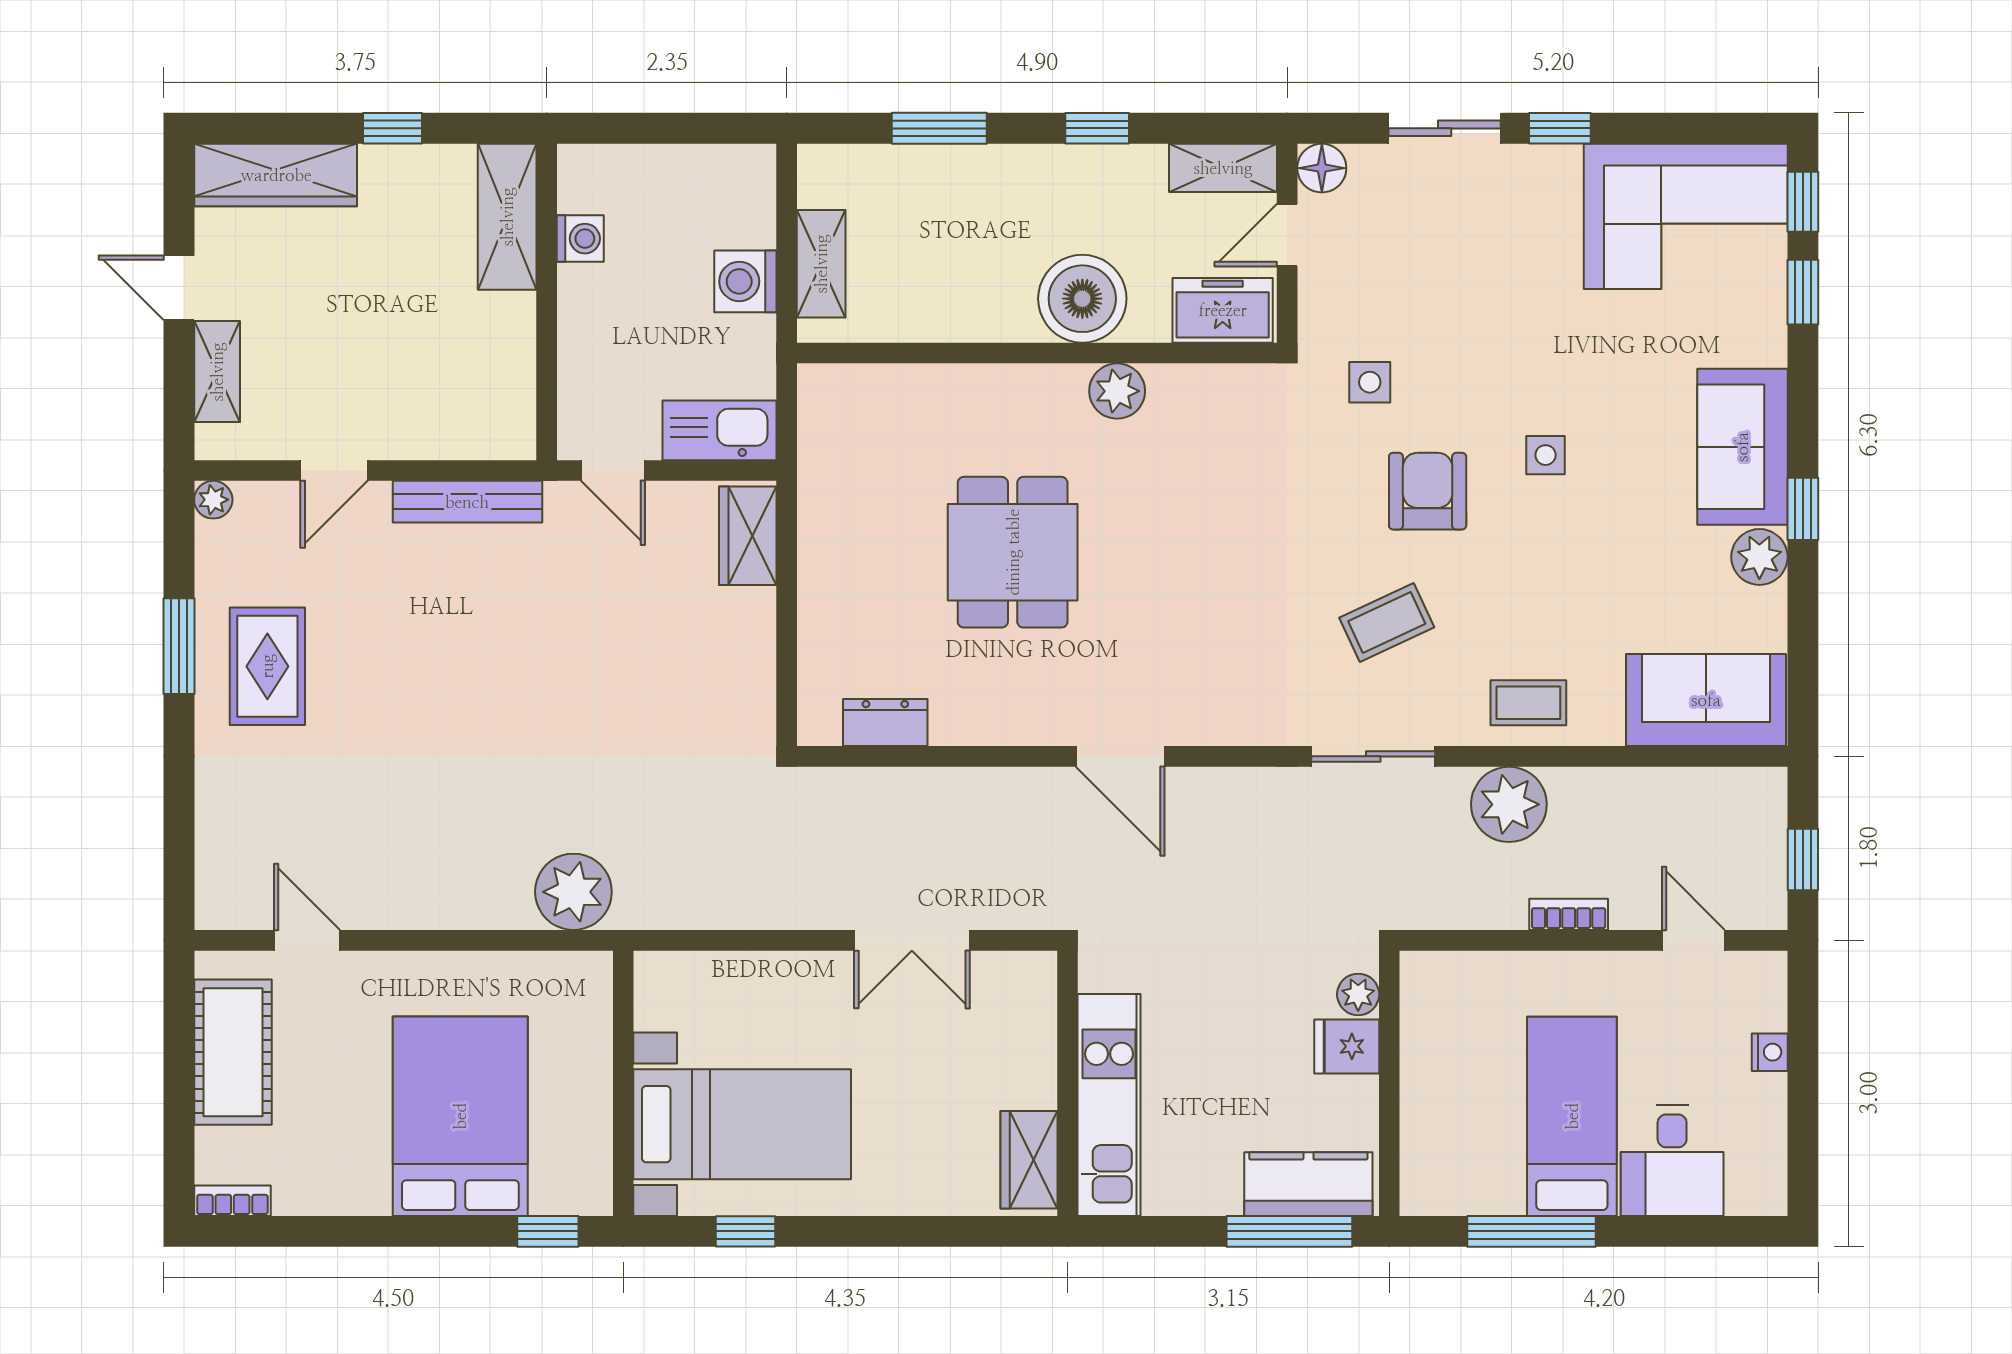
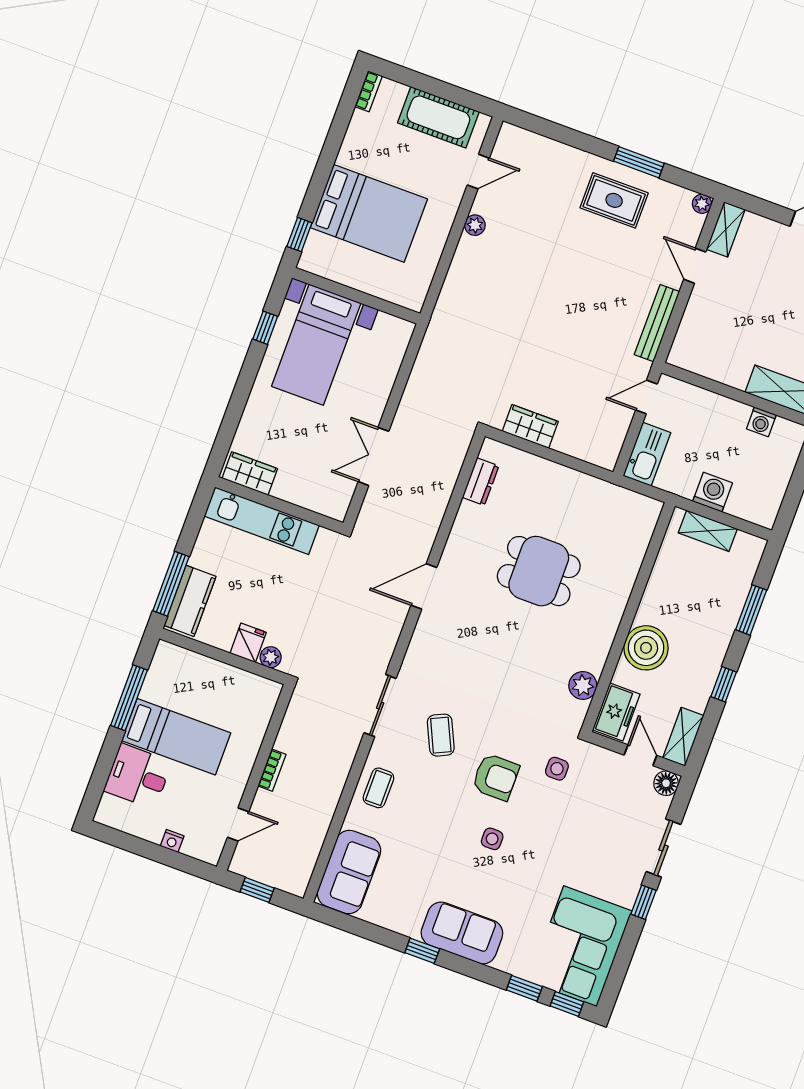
shelving: (217, 372) -> (726, 229), moved, turned 90
plant: (1117, 391) -> (583, 685), moved
wardrobe: (748, 536) -> (530, 426), moved
plant: (1759, 557) -> (407, 922), removed
plant: (1509, 804) -> (334, 761), removed
plant: (573, 892) -> (475, 225), moved, width x0.53, depth x0.53

